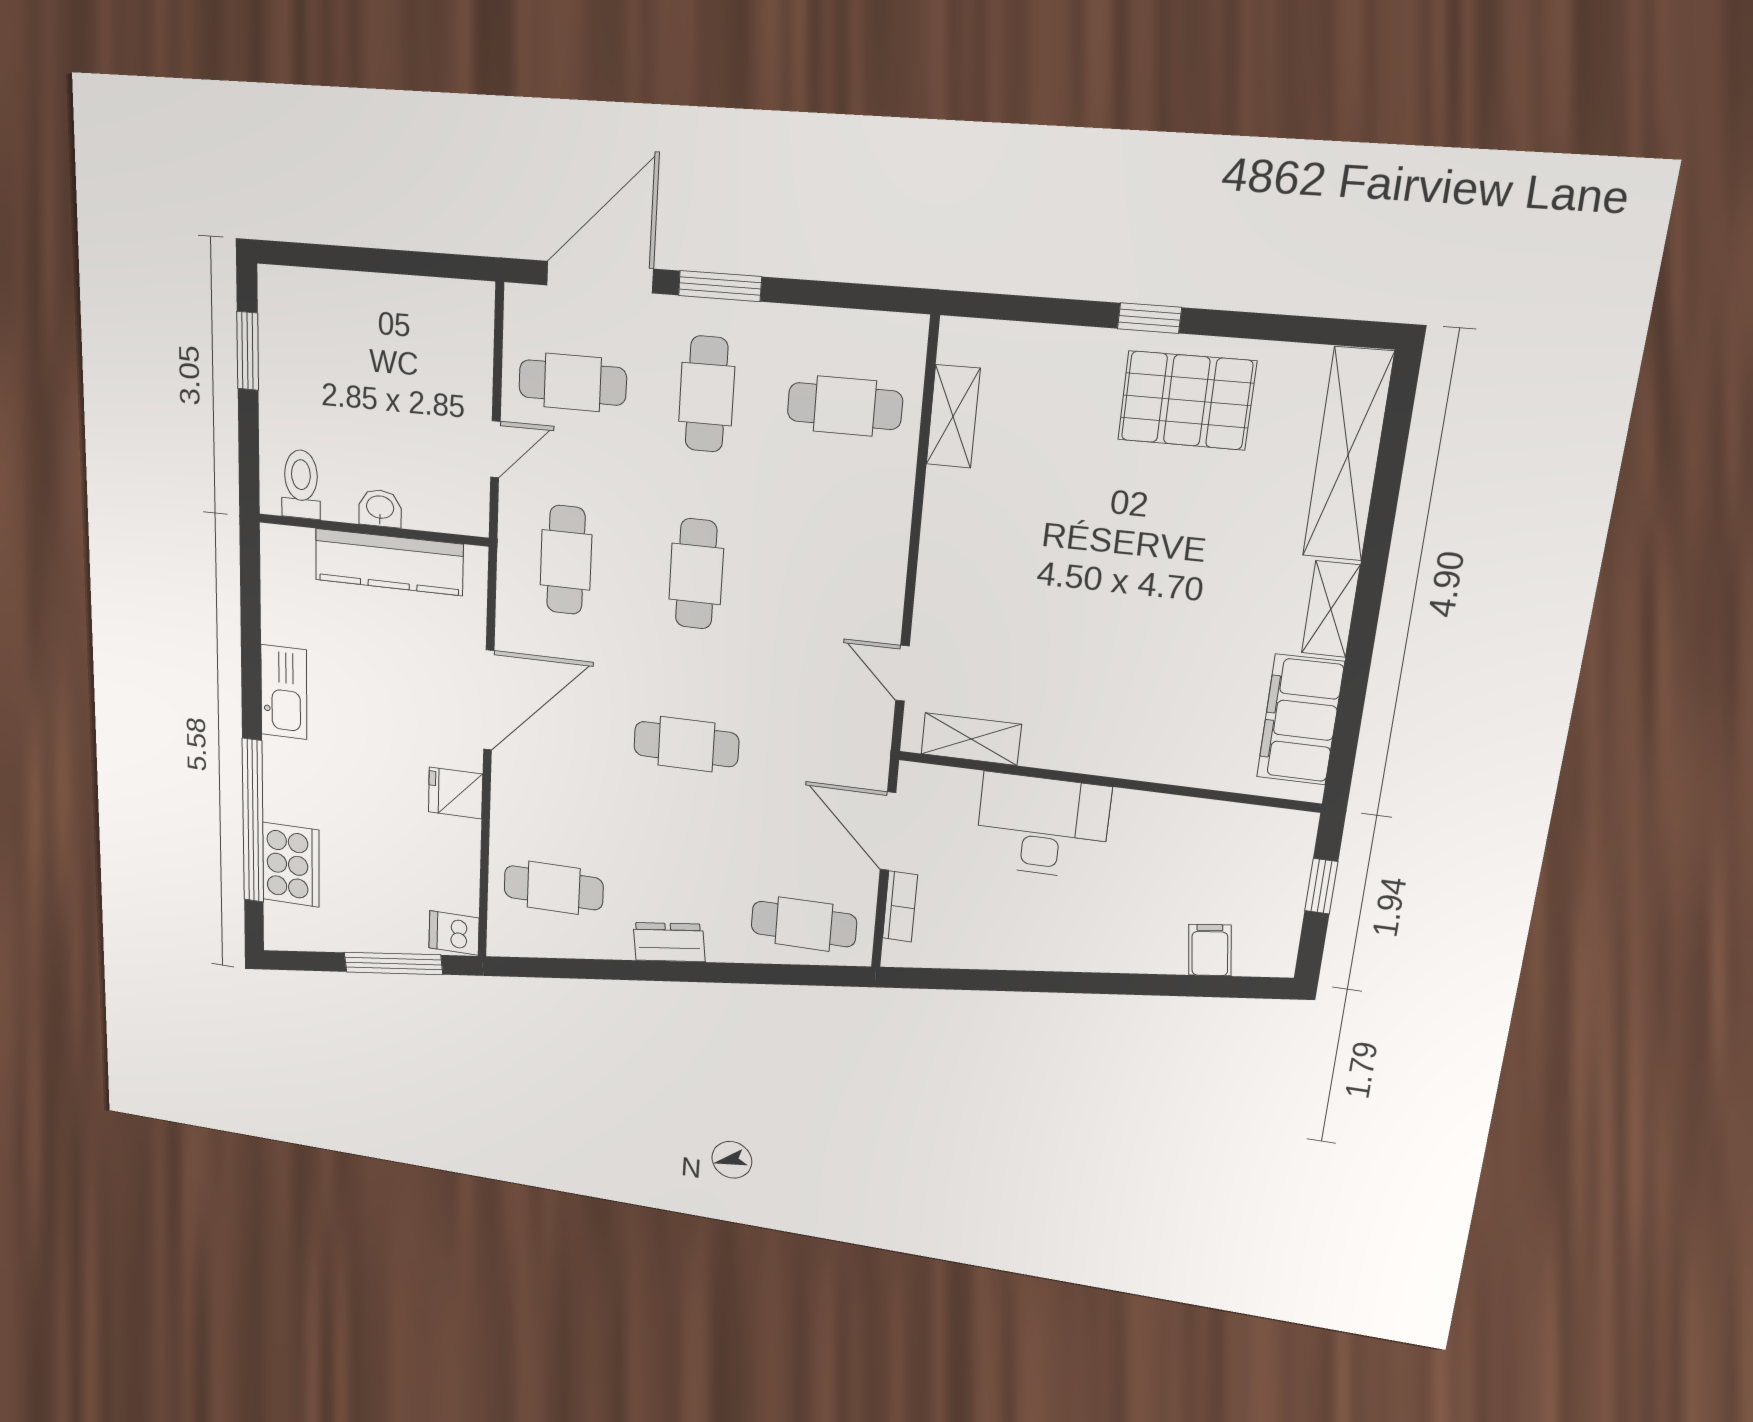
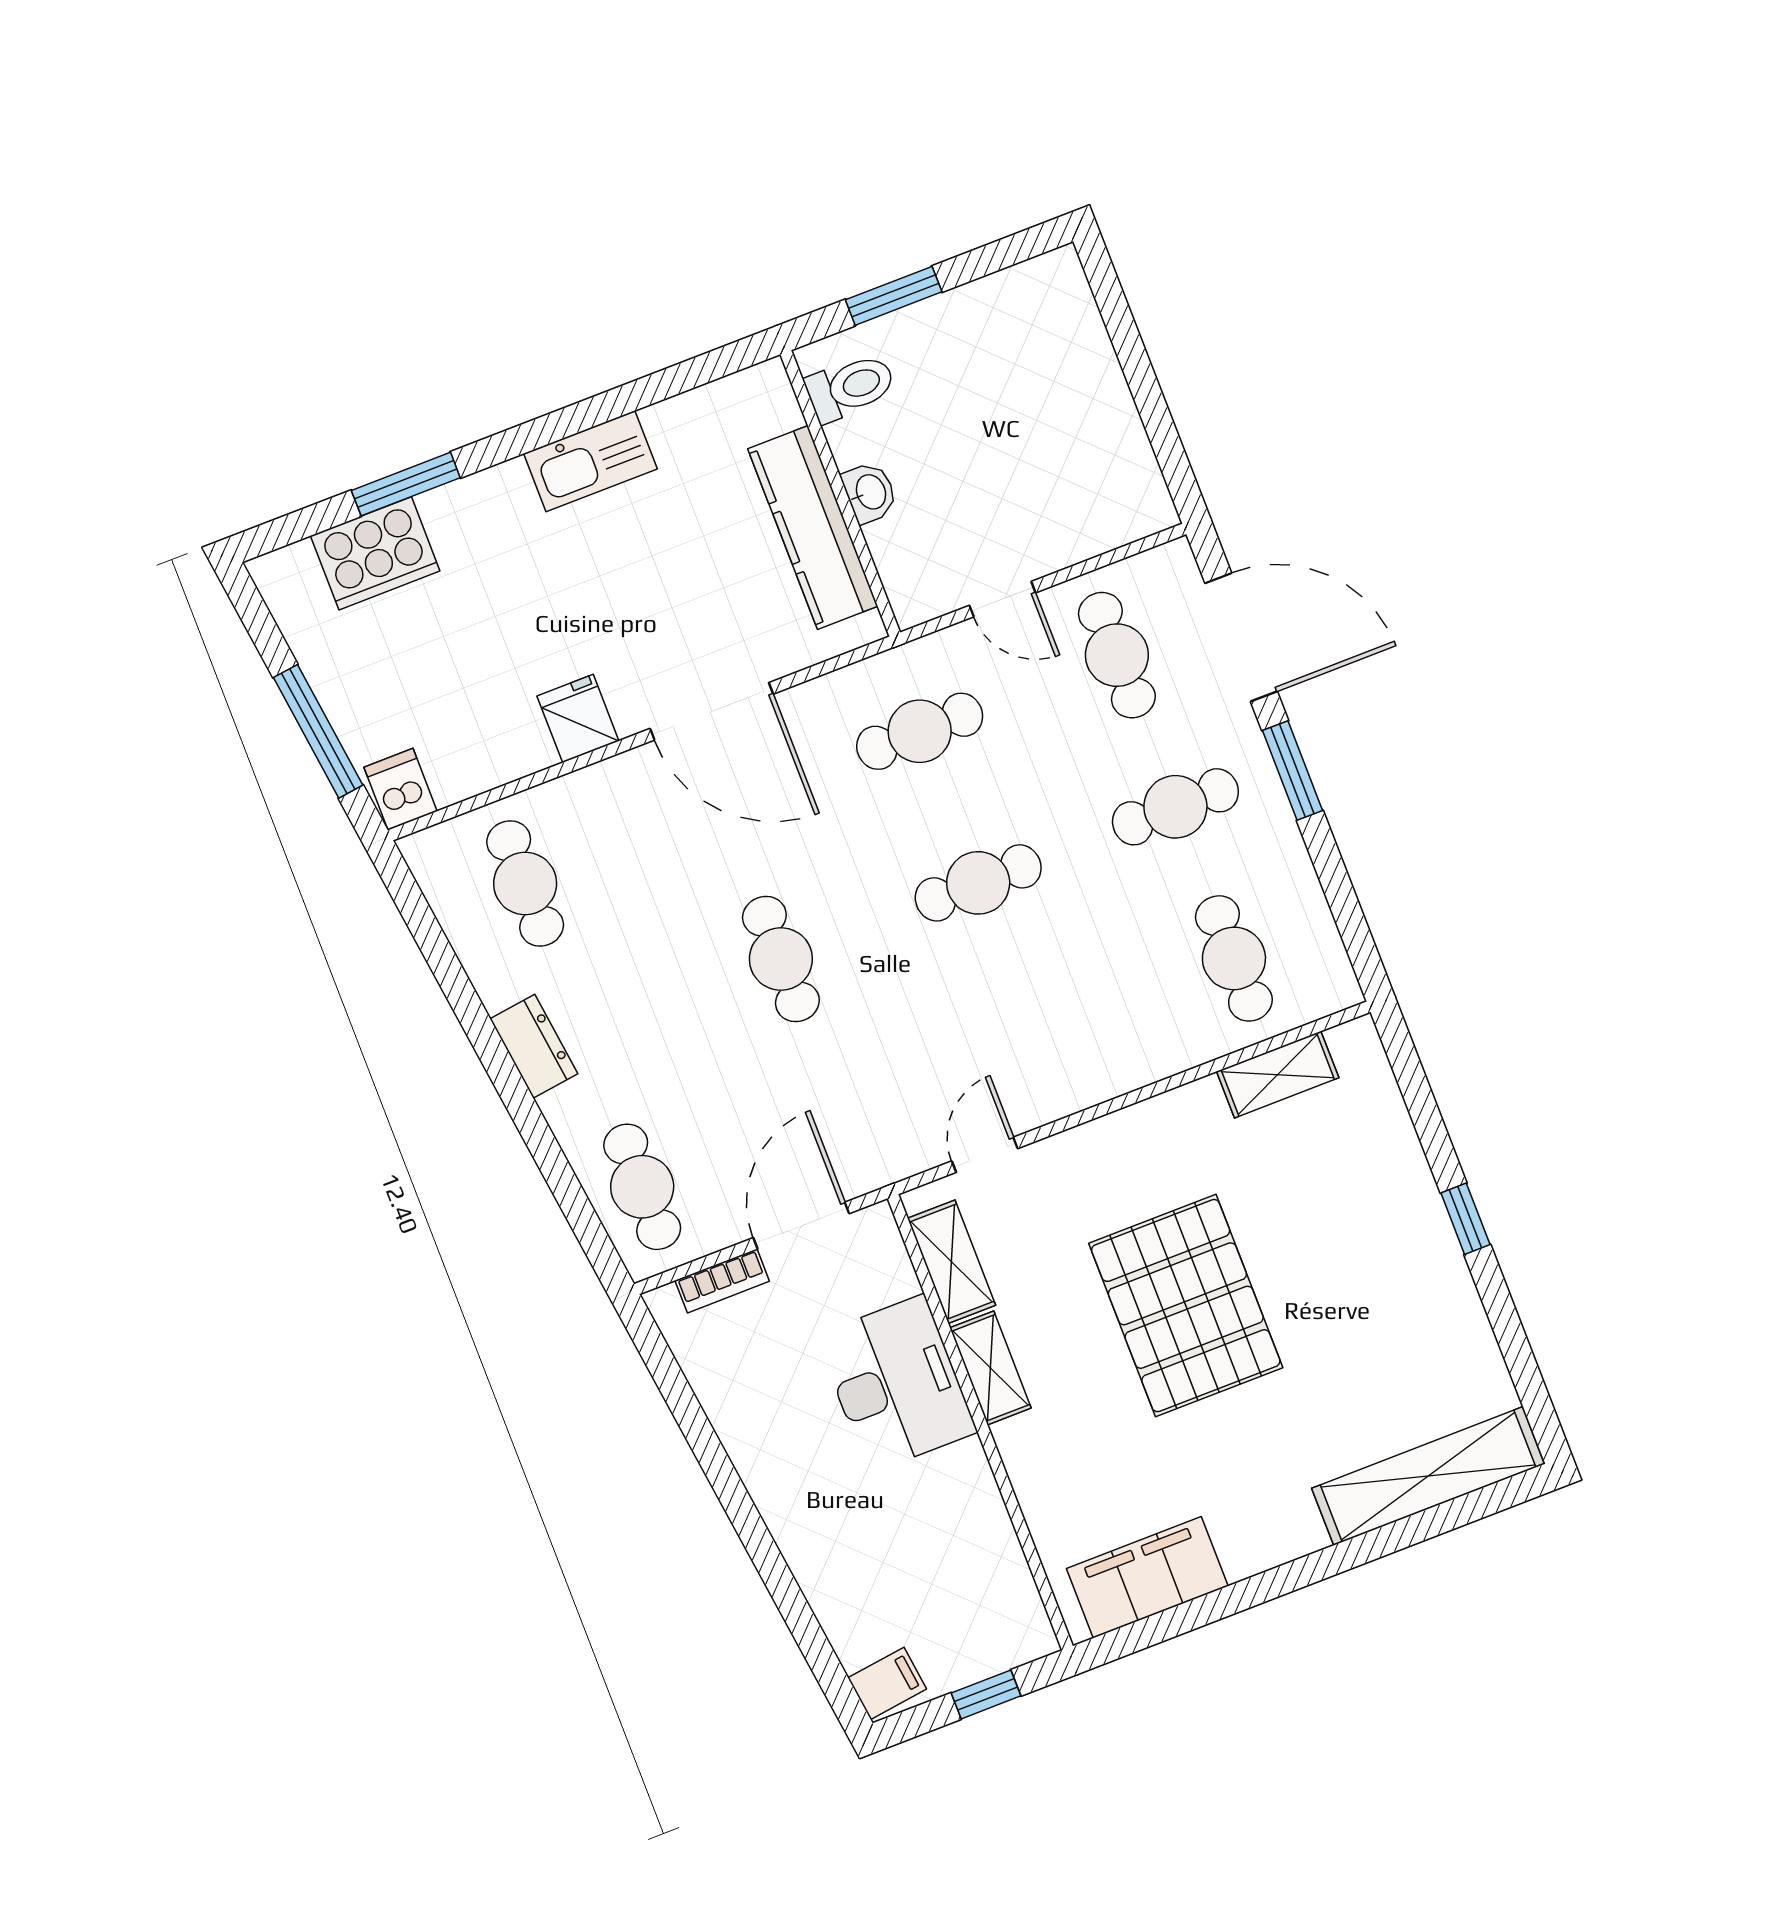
window: (248, 351) -> (894, 296), moved
pallet: (1187, 400) -> (1186, 1306), moved, width x1.37, depth x1.41
shelving: (1331, 609) -> (990, 1368), moved, turned 90
window: (253, 821) -> (406, 484), width x0.47
filing cabinet: (1210, 950) -> (887, 1683), moved

